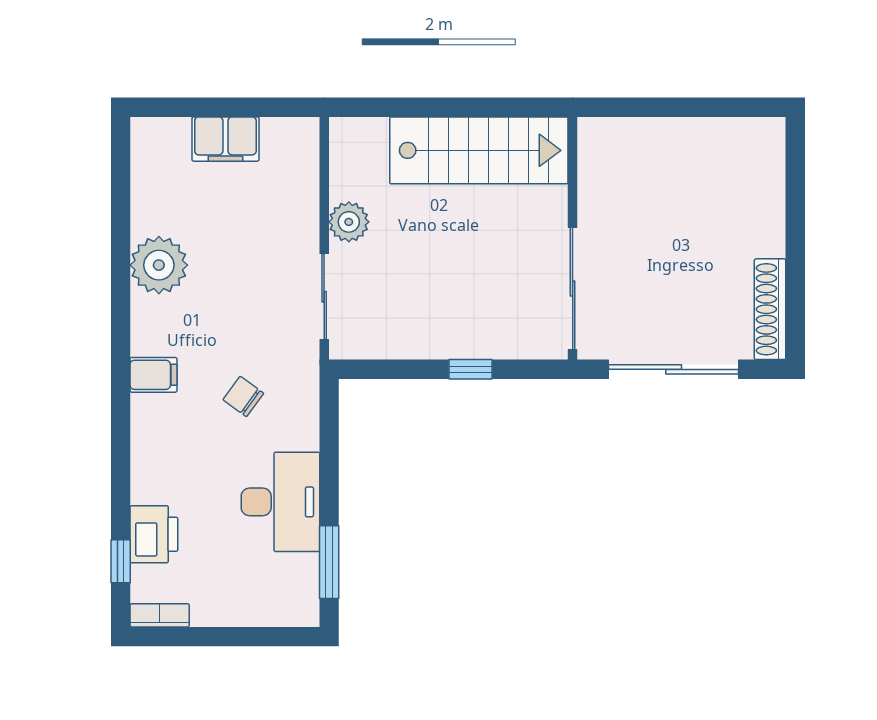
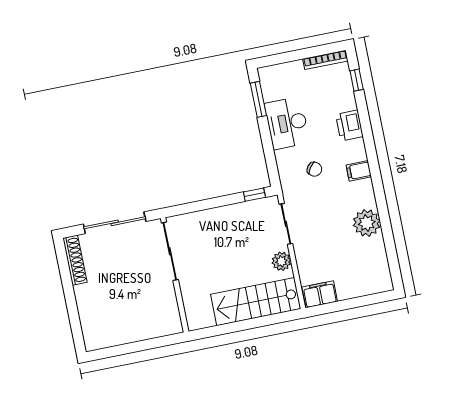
filing cabinet: (225, 139) -> (320, 294), moved
stairs: (479, 150) -> (256, 302), moved
window: (471, 369) -> (254, 195), moved
printer: (154, 534) -> (349, 125), moved
bookcase: (160, 615) -> (325, 60), width x1.56

